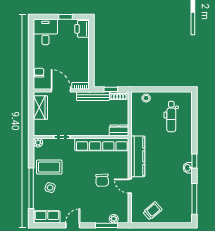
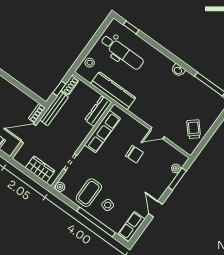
wardrobe: (40, 108) -> (40, 169), moved
dental chair: (171, 117) -> (122, 52), width x1.36, depth x1.38
dresser: (119, 130) -> (98, 111), width x1.44
row of seats: (102, 144) -> (102, 132), width x0.73
kitchen counter: (138, 156) -> (113, 91), moved
window: (194, 161) -> (131, 27), moved

